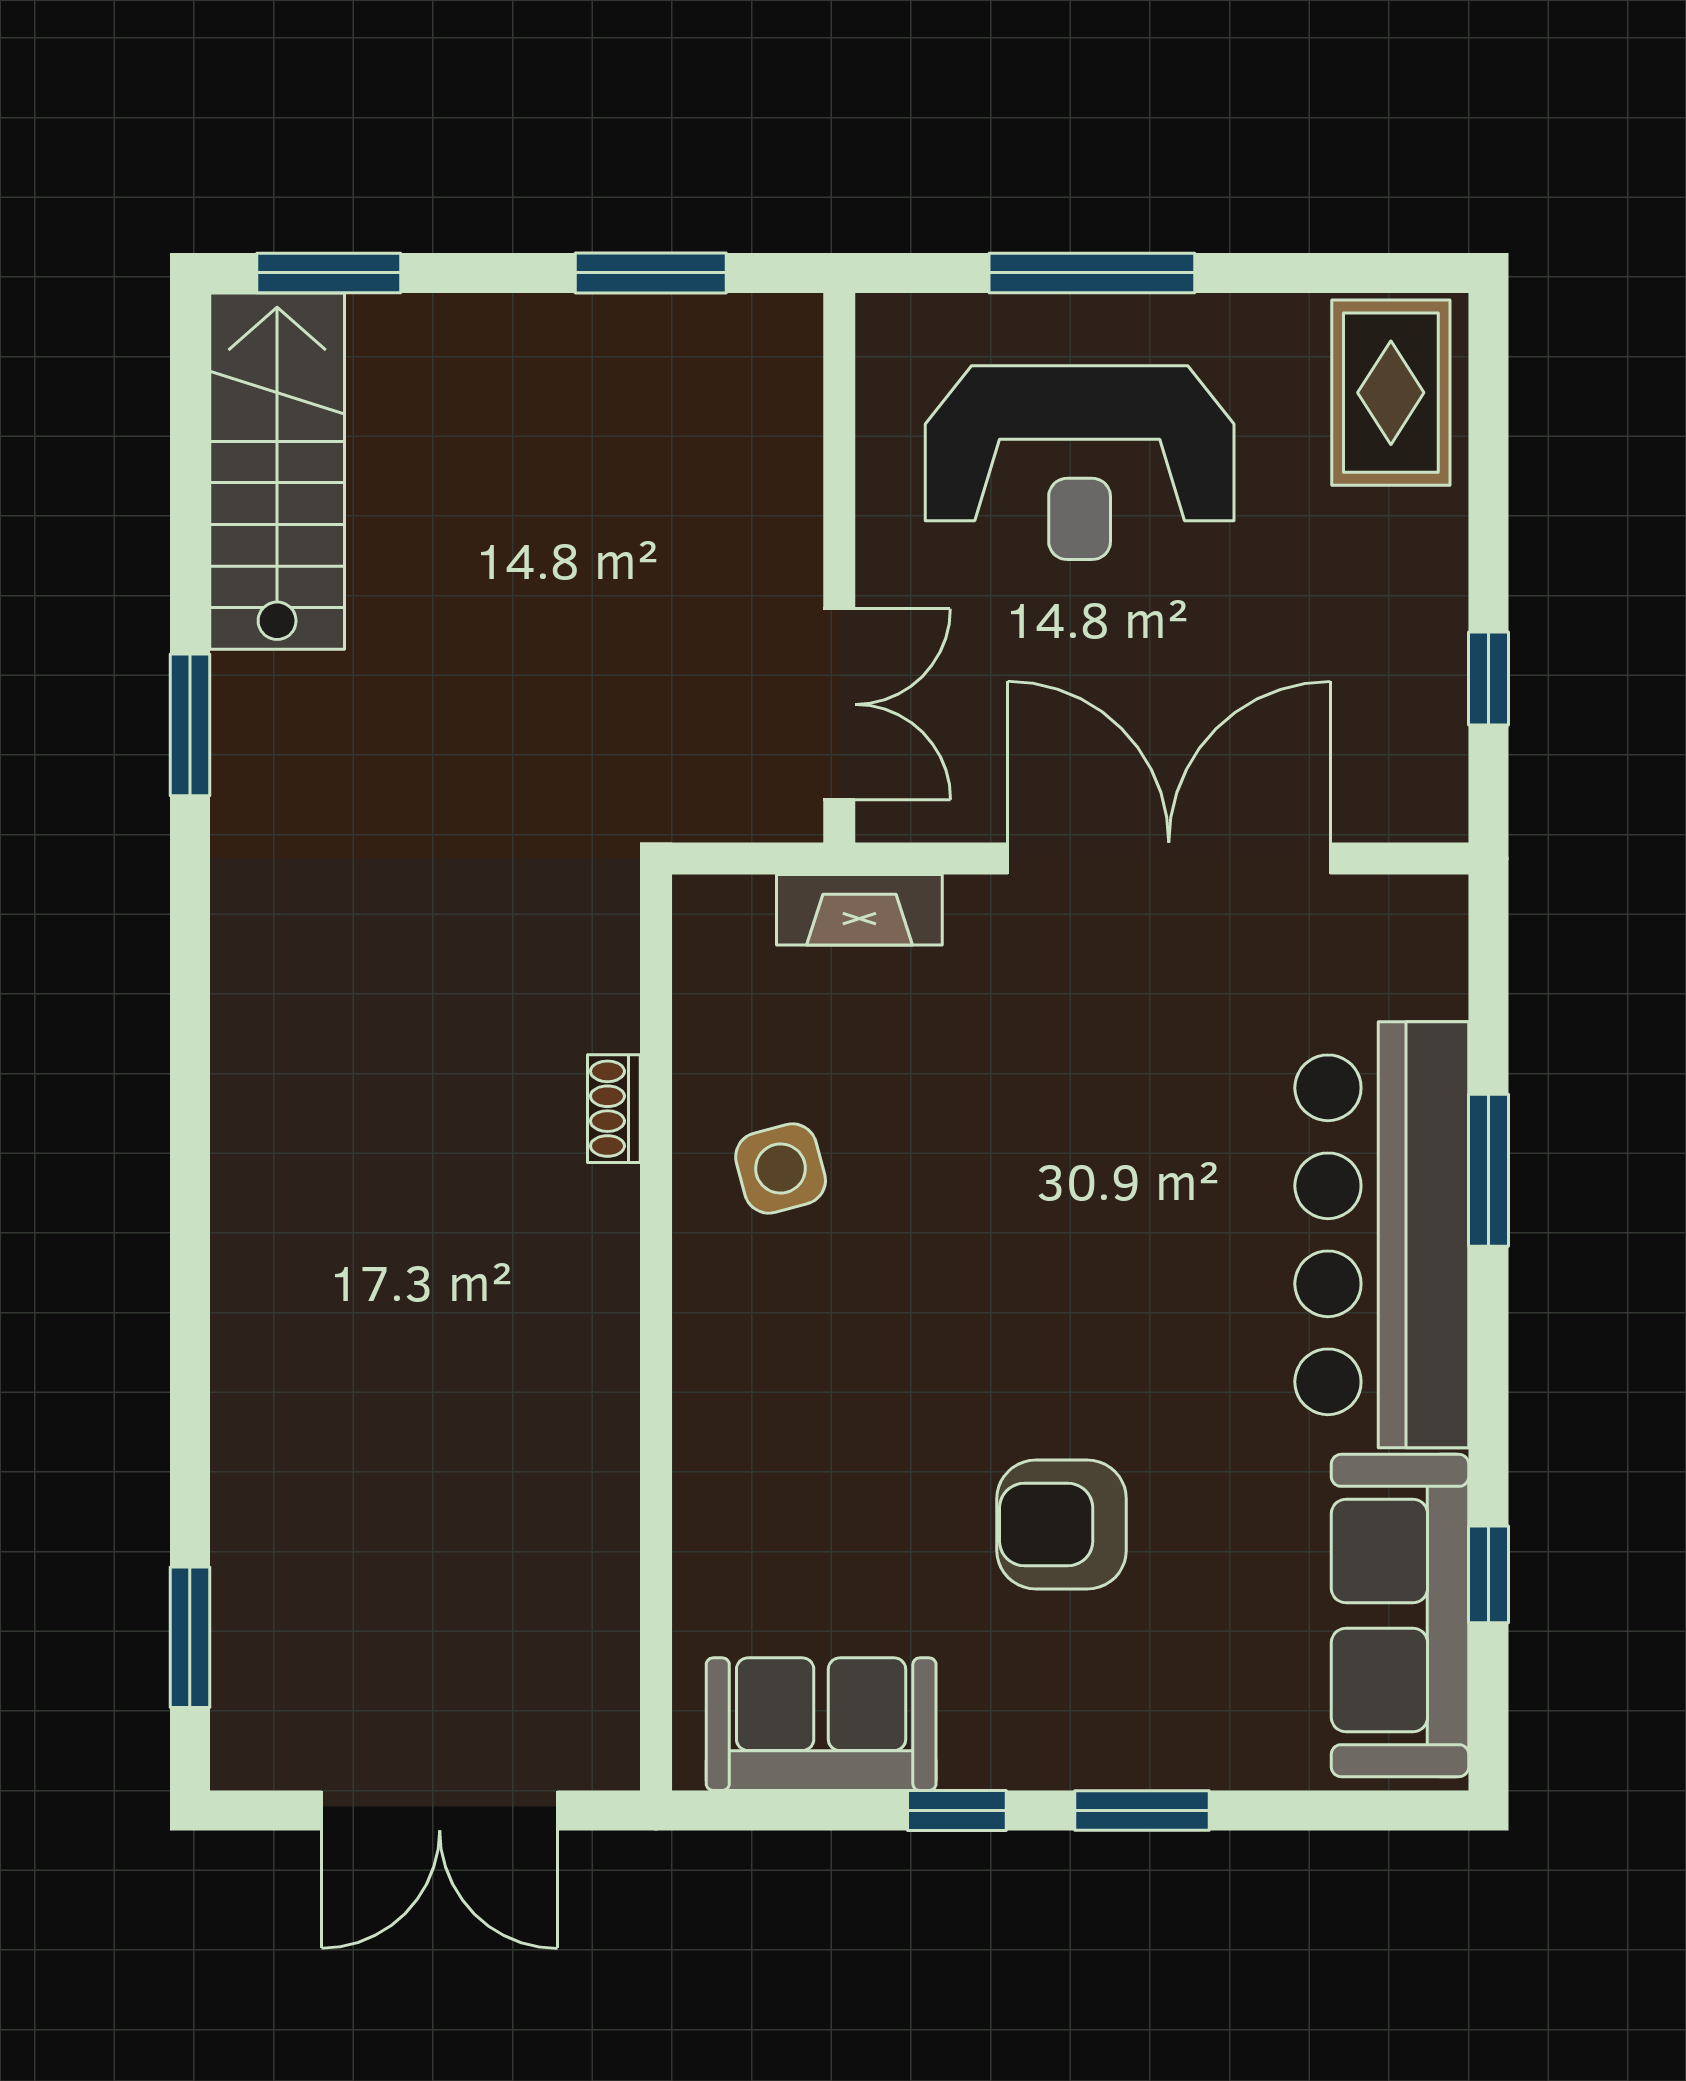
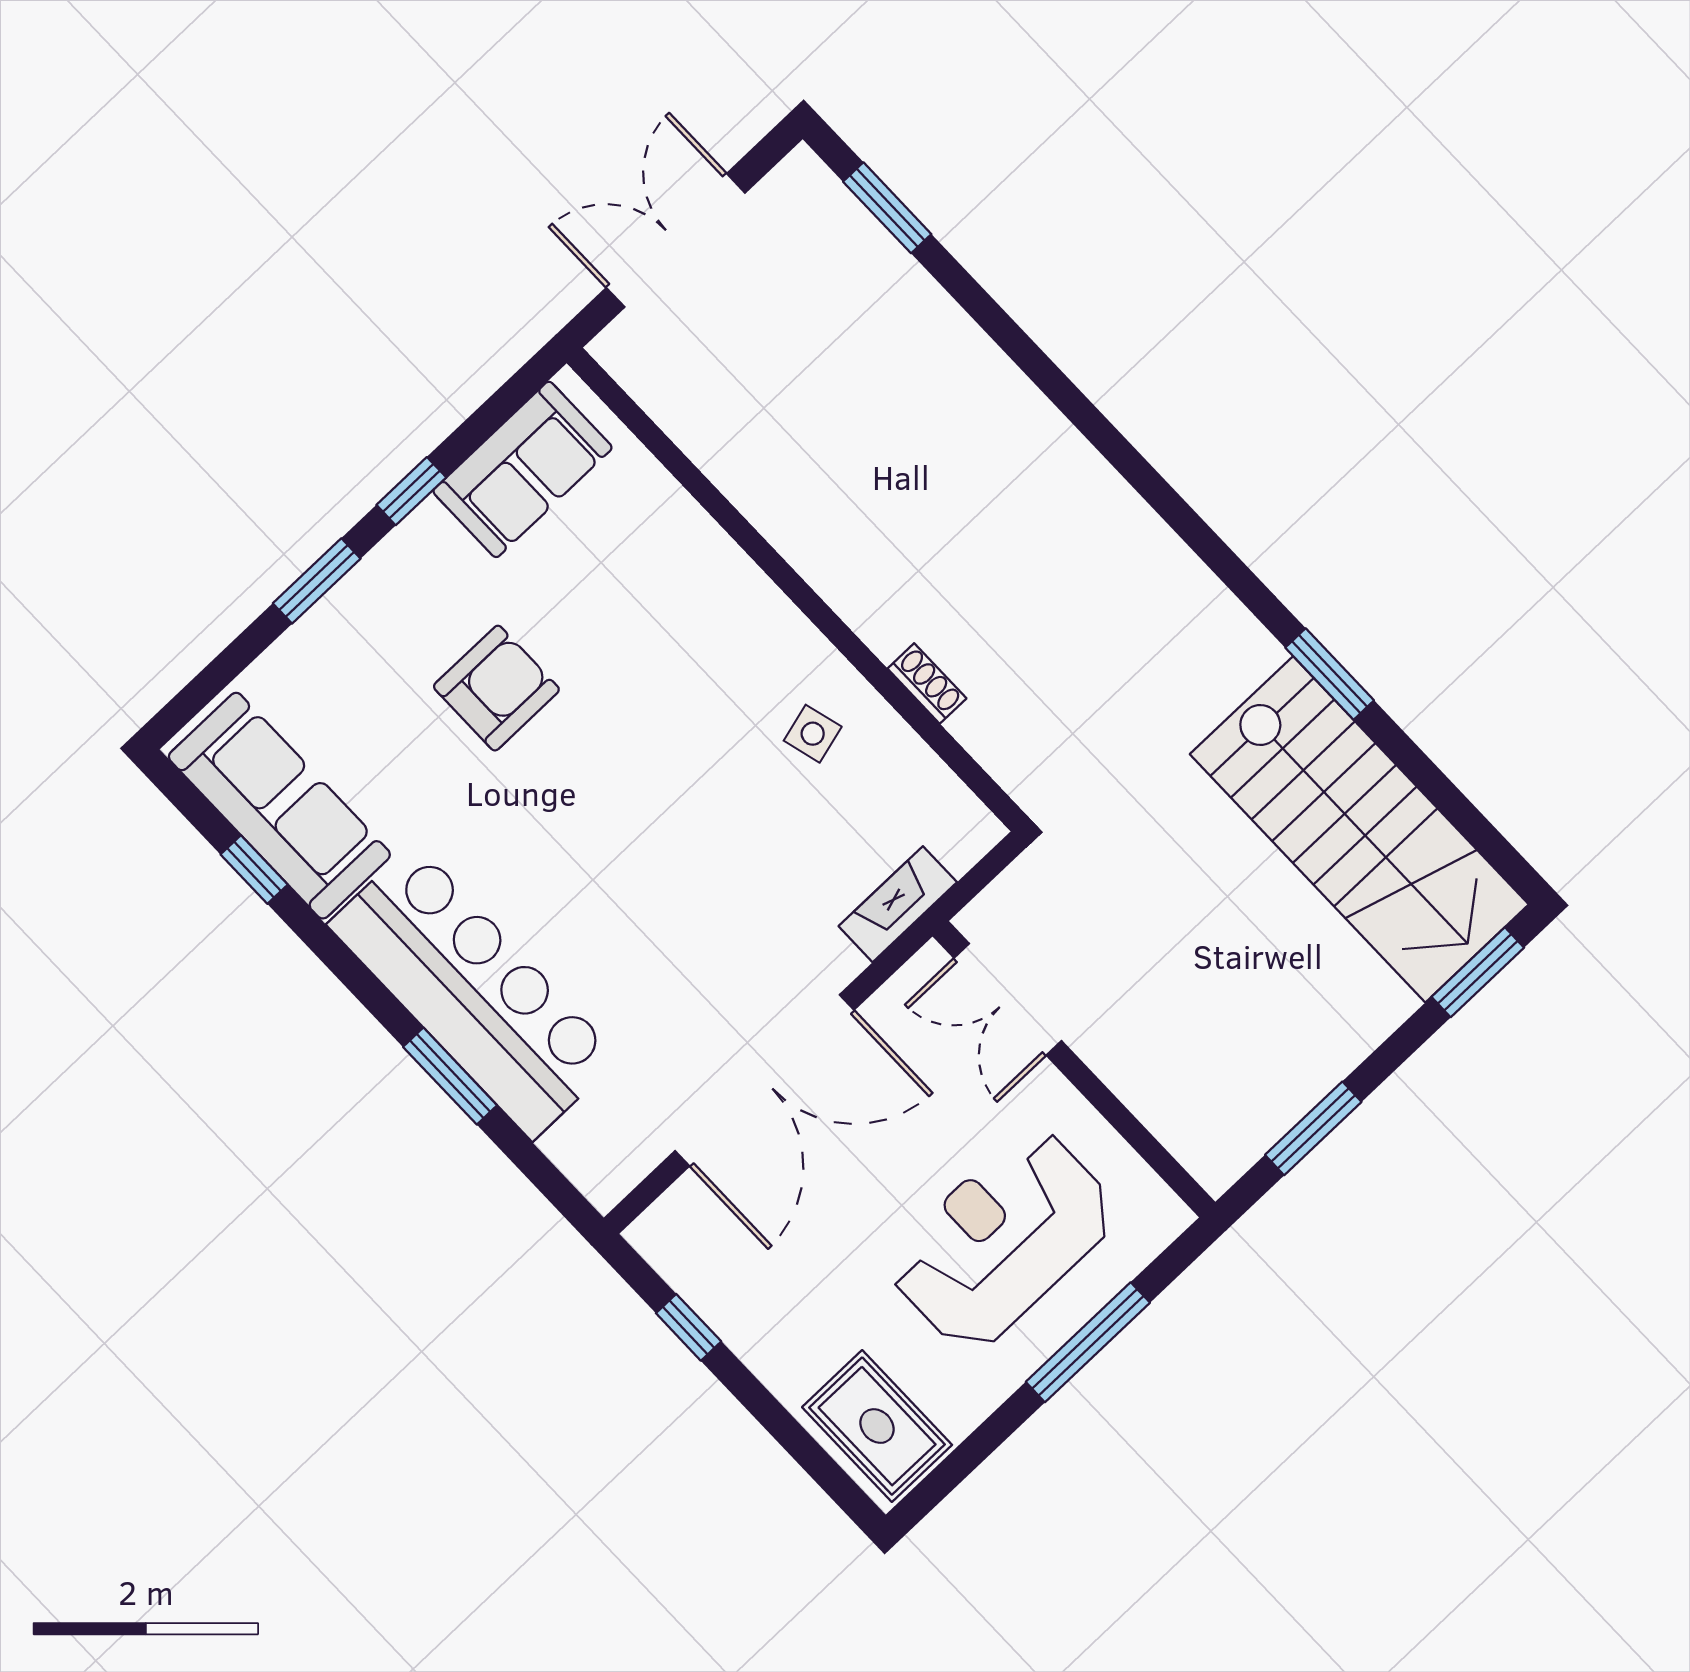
stairs: (277, 471) -> (1359, 829), width x1.36, depth x1.51
side table: (781, 1168) -> (813, 734), width x0.73, depth x0.73

